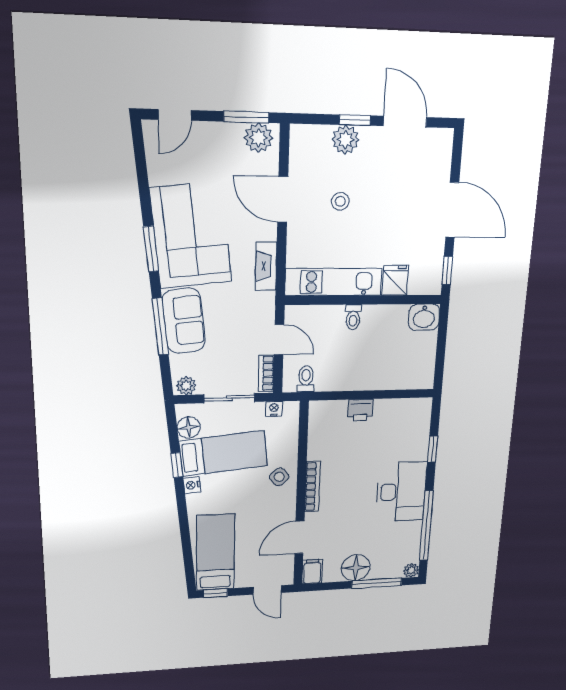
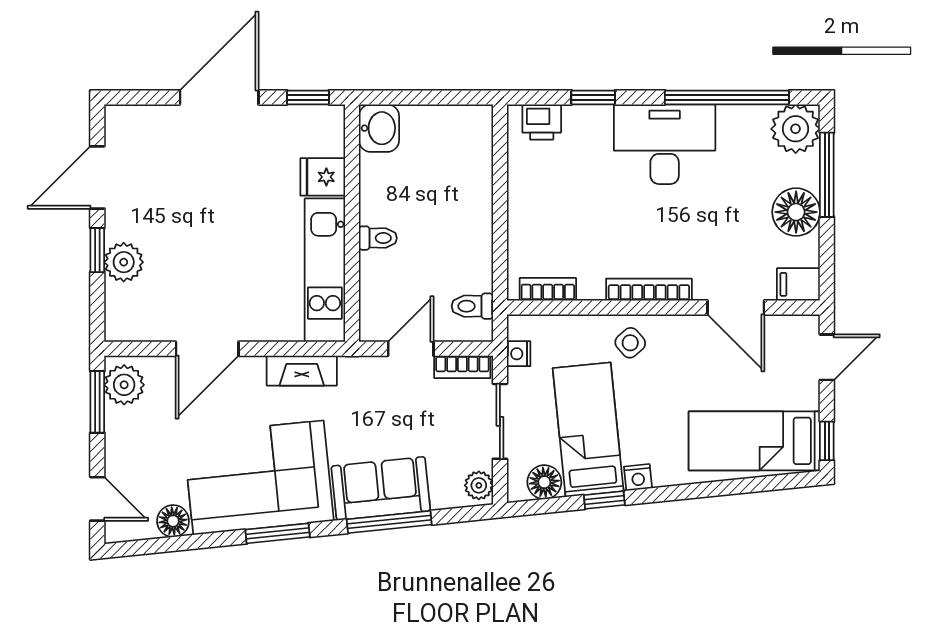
floor lamp: (159, 172) -> (173, 521), added
stool: (340, 201) -> (209, 266), removed
printer: (360, 410) -> (542, 122), moved, turned 90
bookcase: (315, 426) -> (548, 289), added
plant: (411, 570) -> (796, 129), width x1.88, depth x1.88

